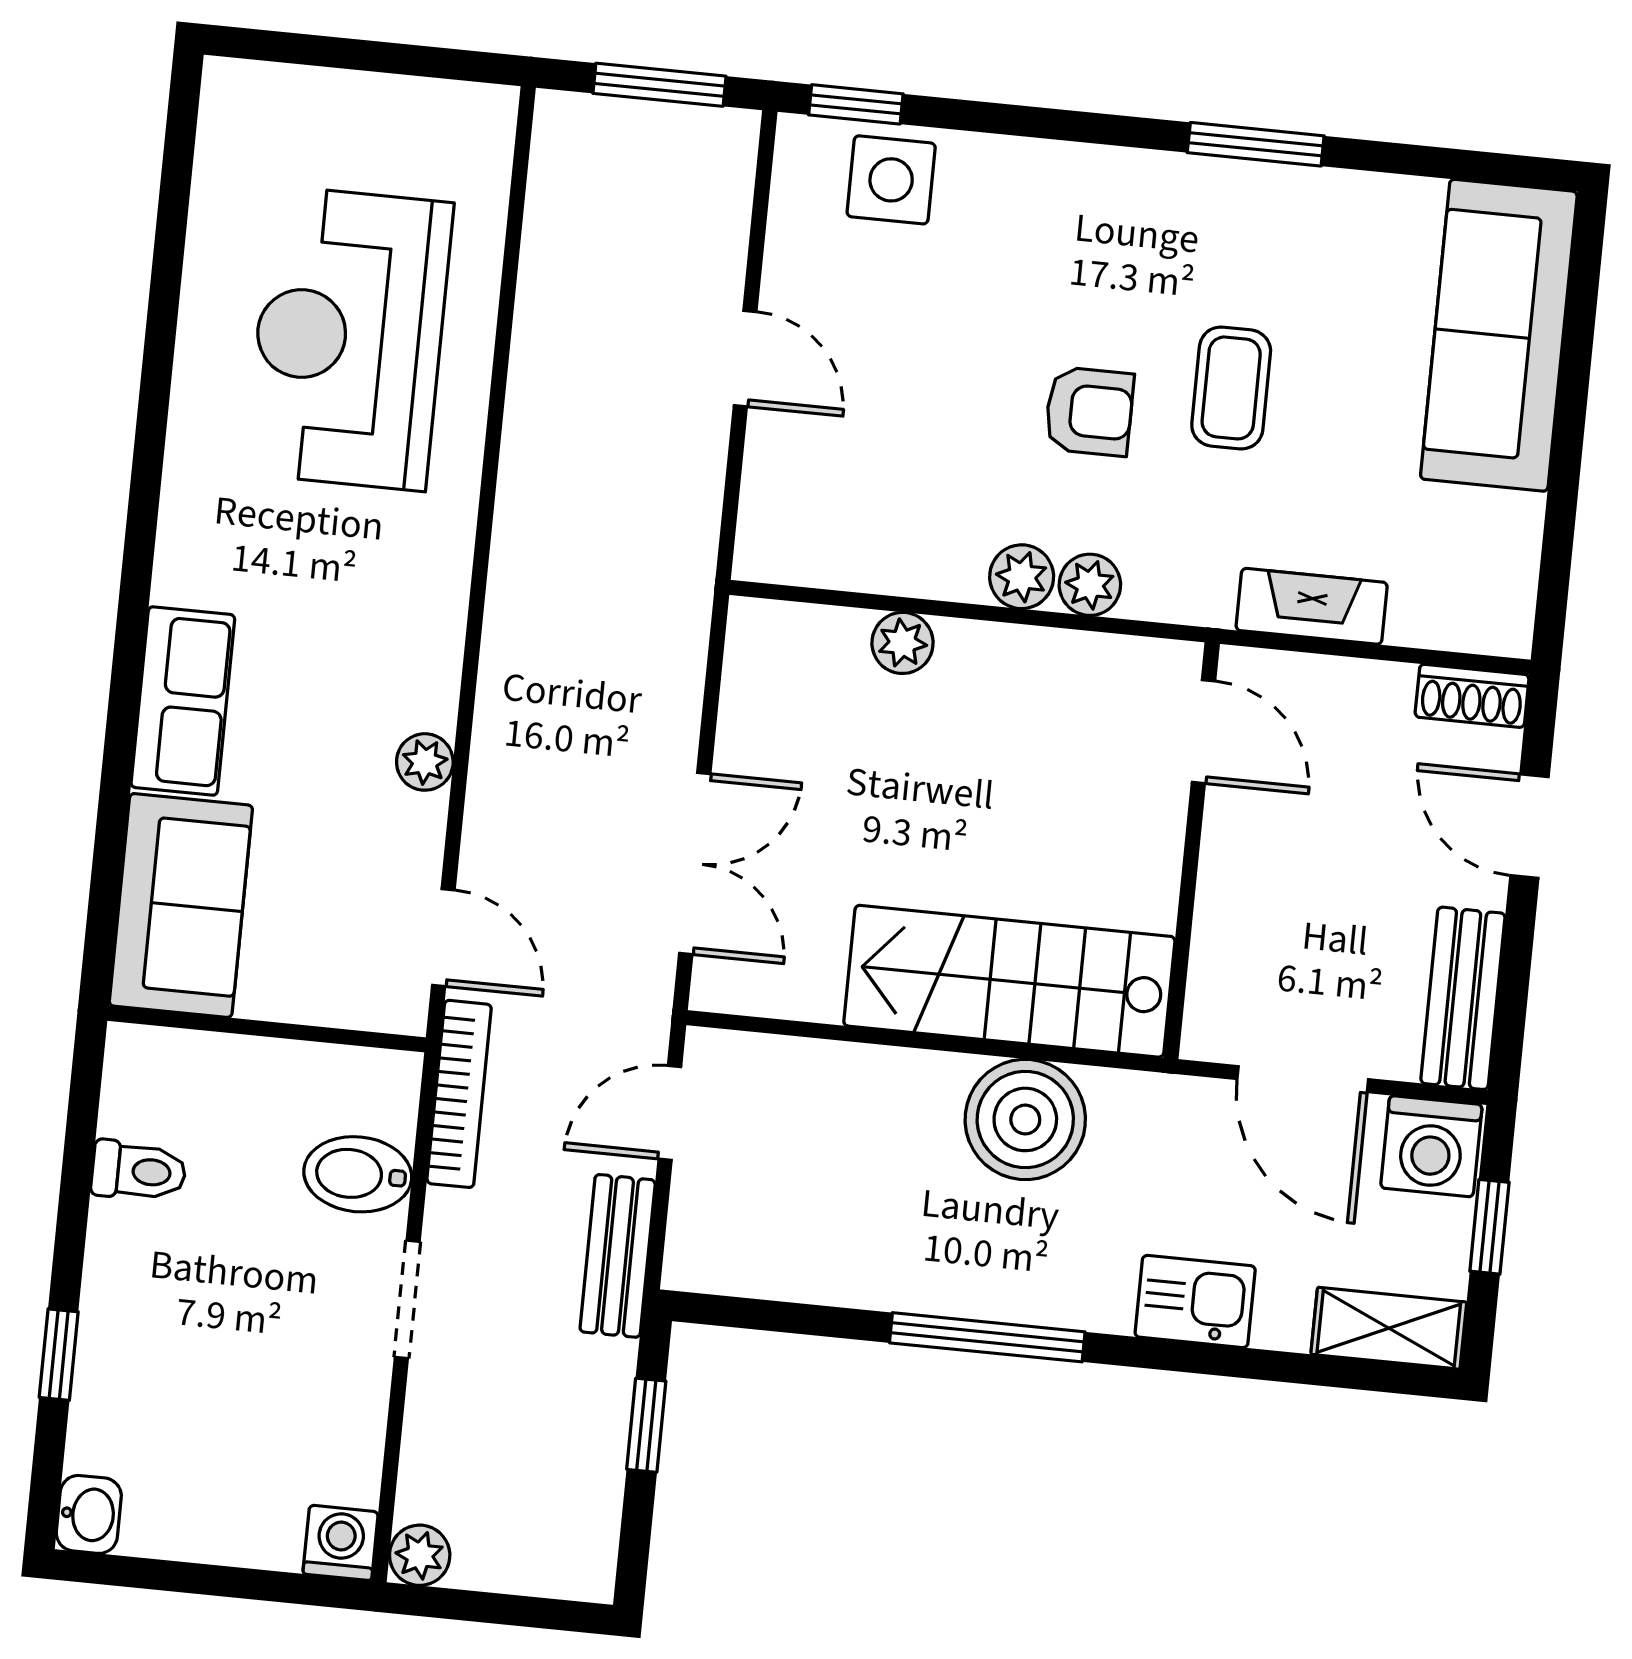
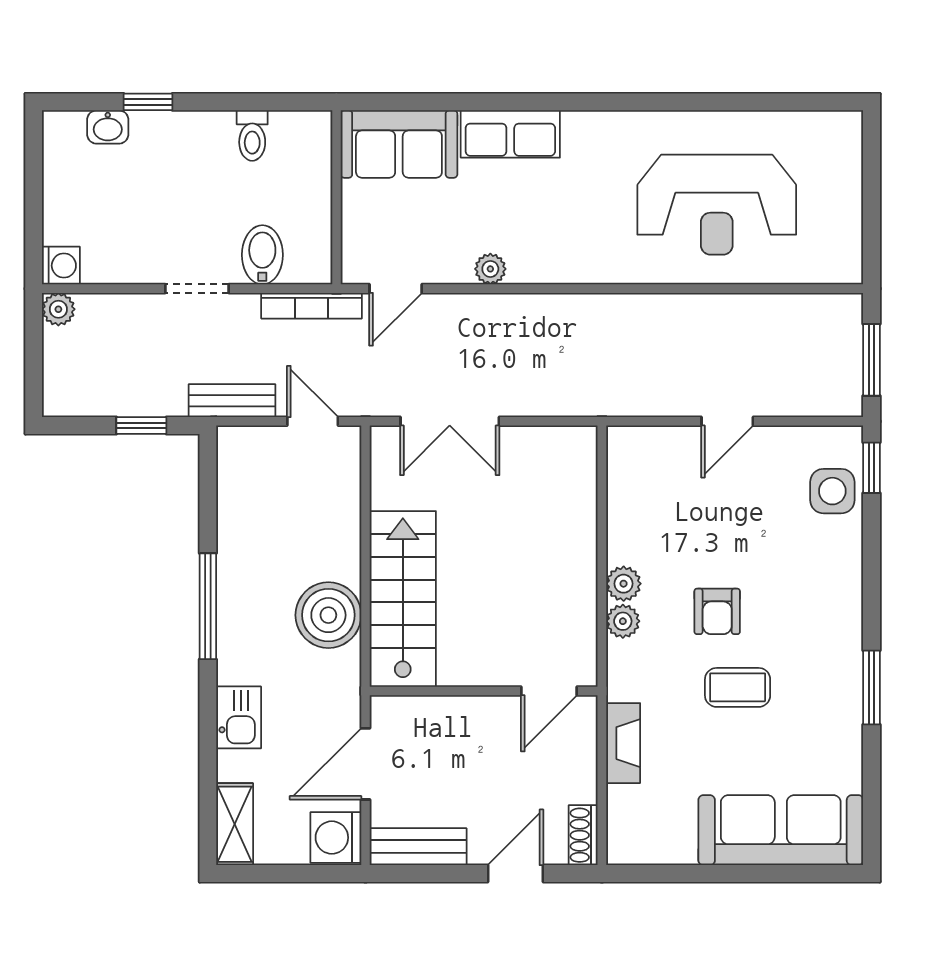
reception desk: (349, 338) -> (717, 205), turned 180
plant: (903, 643) -> (581, 522), removed
window: (1489, 1227) -> (295, 874), removed
washbasin: (89, 1514) -> (108, 127), moved

